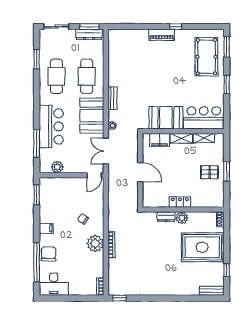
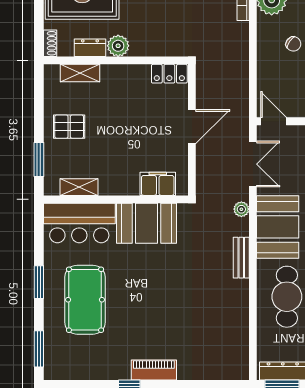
pool table: (206, 57) -> (85, 300), moved
shelving: (181, 138) -> (80, 73), moved
window: (227, 171) -> (39, 159), moved
door: (140, 172) -> (192, 127), swing flipped
door: (94, 175) -> (273, 121), hinge flipped
locker: (180, 202) -> (169, 74), moved
dresser: (166, 217) -> (90, 48), moved

